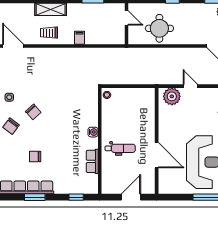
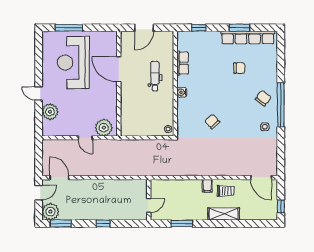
door: (126, 18) -> (149, 205), swing flipped
round table: (159, 28) -> (116, 195), removed
filing cabinet: (79, 38) -> (207, 186), moved
chair: (33, 112) -> (212, 121), moved
dental chair: (120, 148) -> (155, 76), turned 90

